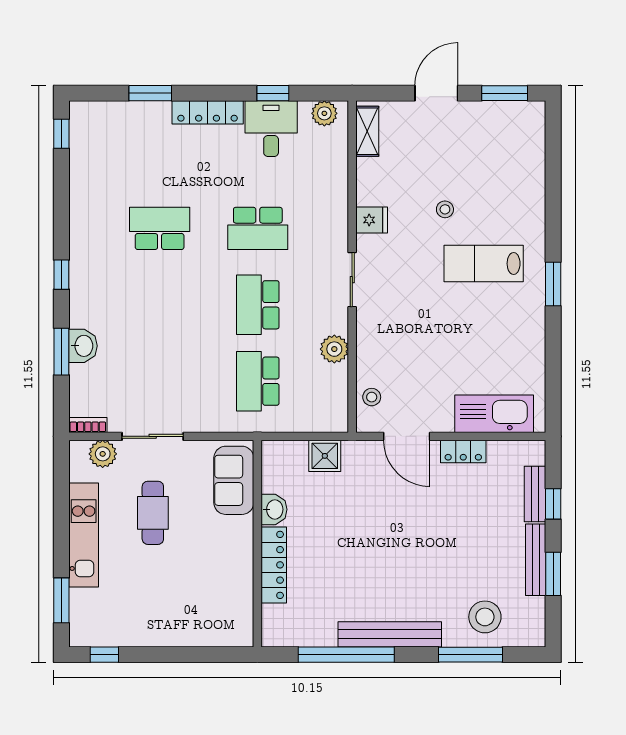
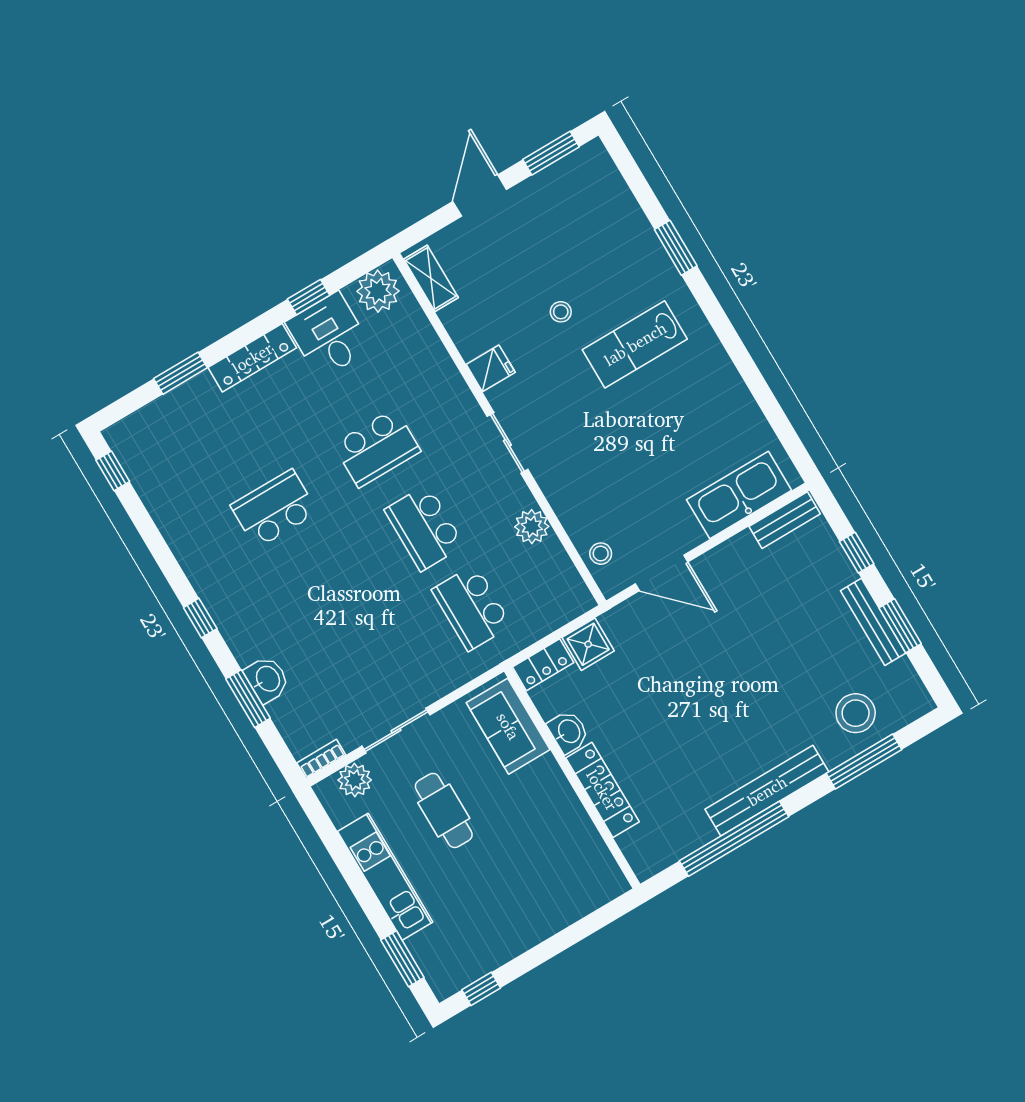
plant: (324, 113) -> (378, 291), width x1.36, depth x1.36
window: (553, 284) -> (676, 248), moved
locker: (463, 451) -> (543, 665), moved
bench: (535, 494) -> (785, 520), moved, turned 90

